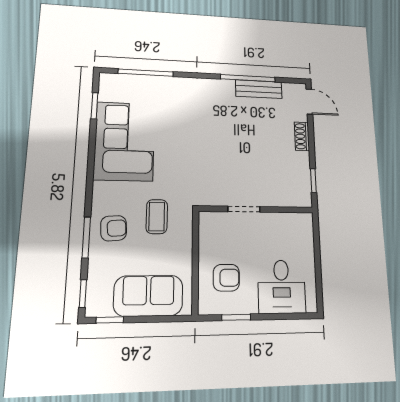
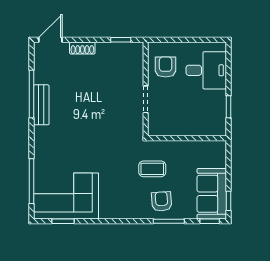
bench: (259, 89) -> (41, 105), moved
corner sofa: (125, 141) -> (66, 196), moved
armchair: (226, 278) -> (166, 67), moved
sofa: (148, 296) -> (212, 194), moved

